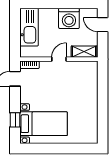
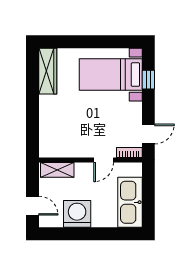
door: (59, 59) -> (104, 160), moved
wardrobe: (91, 126) -> (48, 71), added

